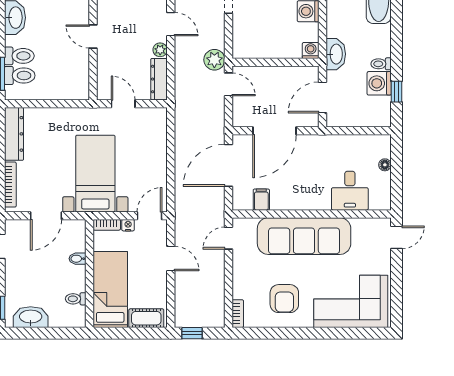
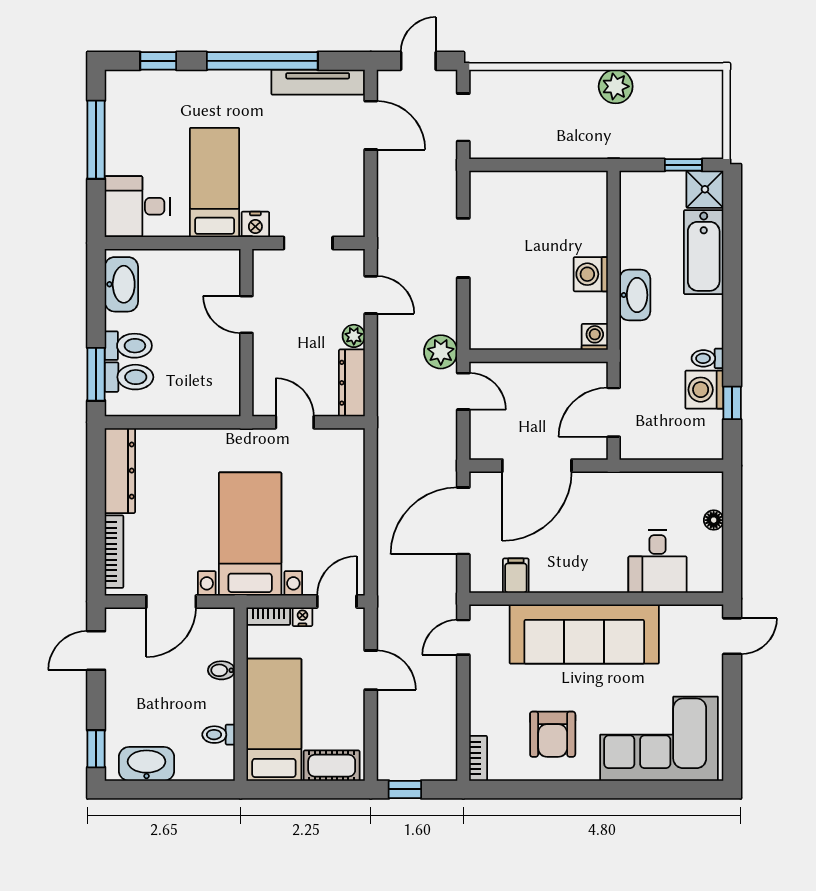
washbasin: (336, 54) -> (635, 295), moved

